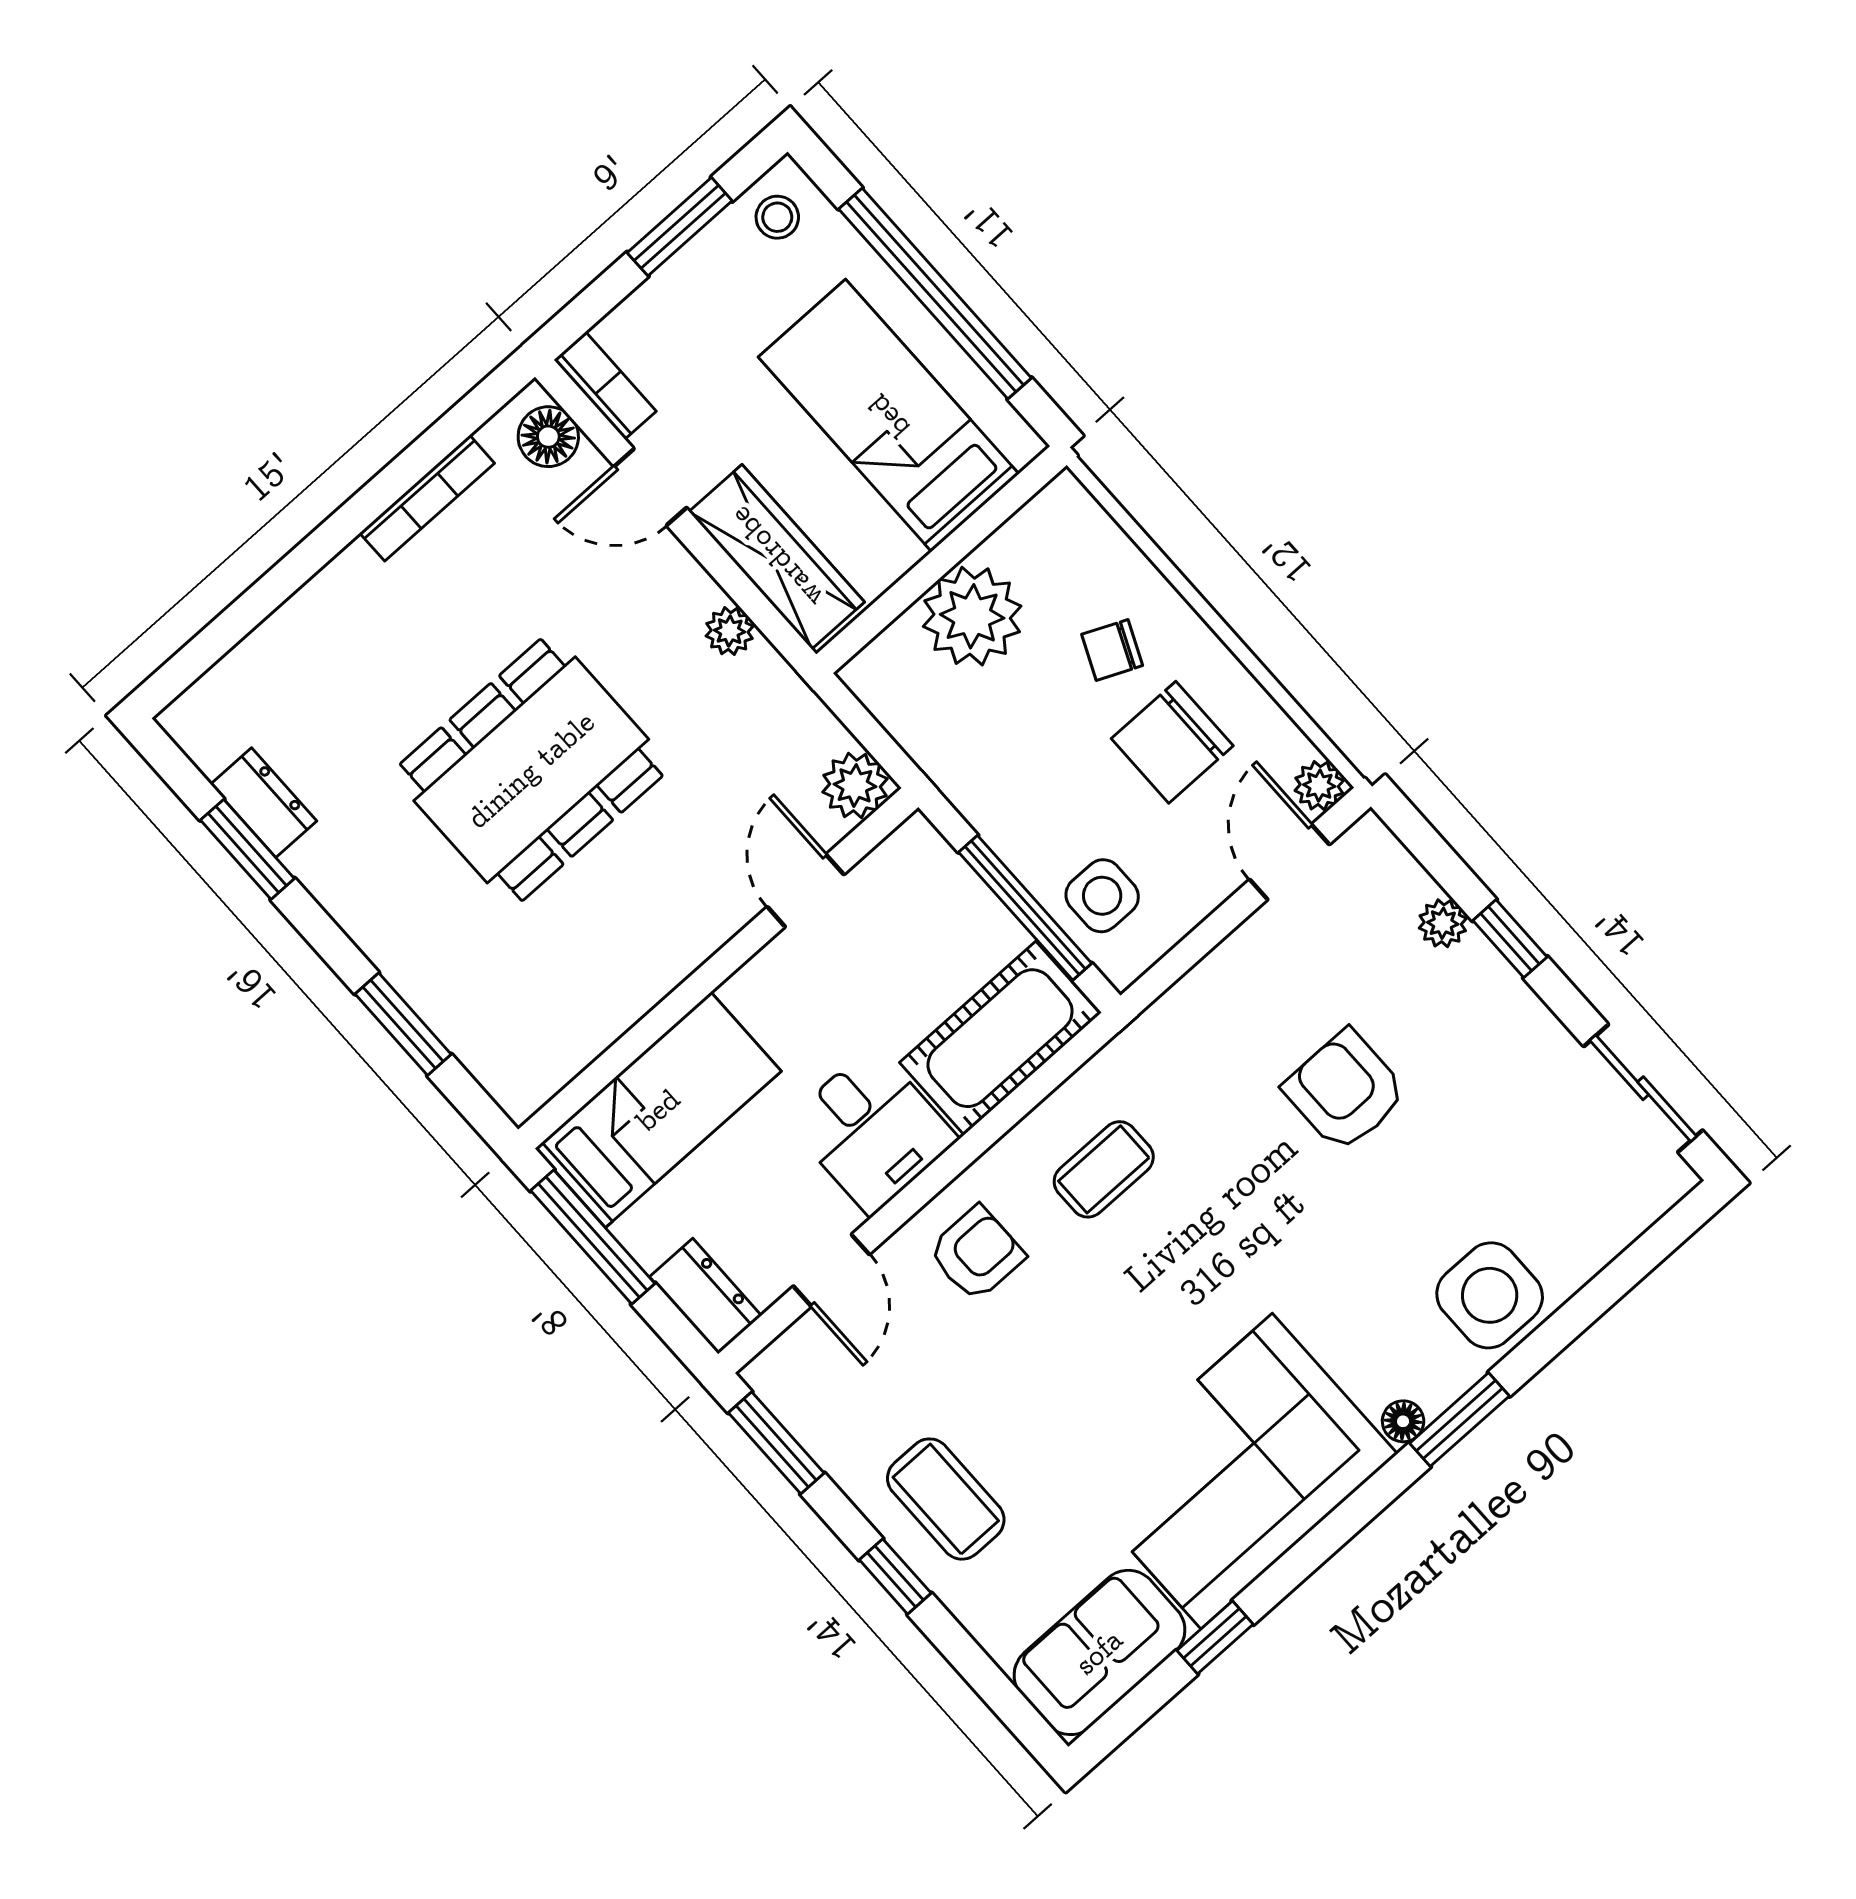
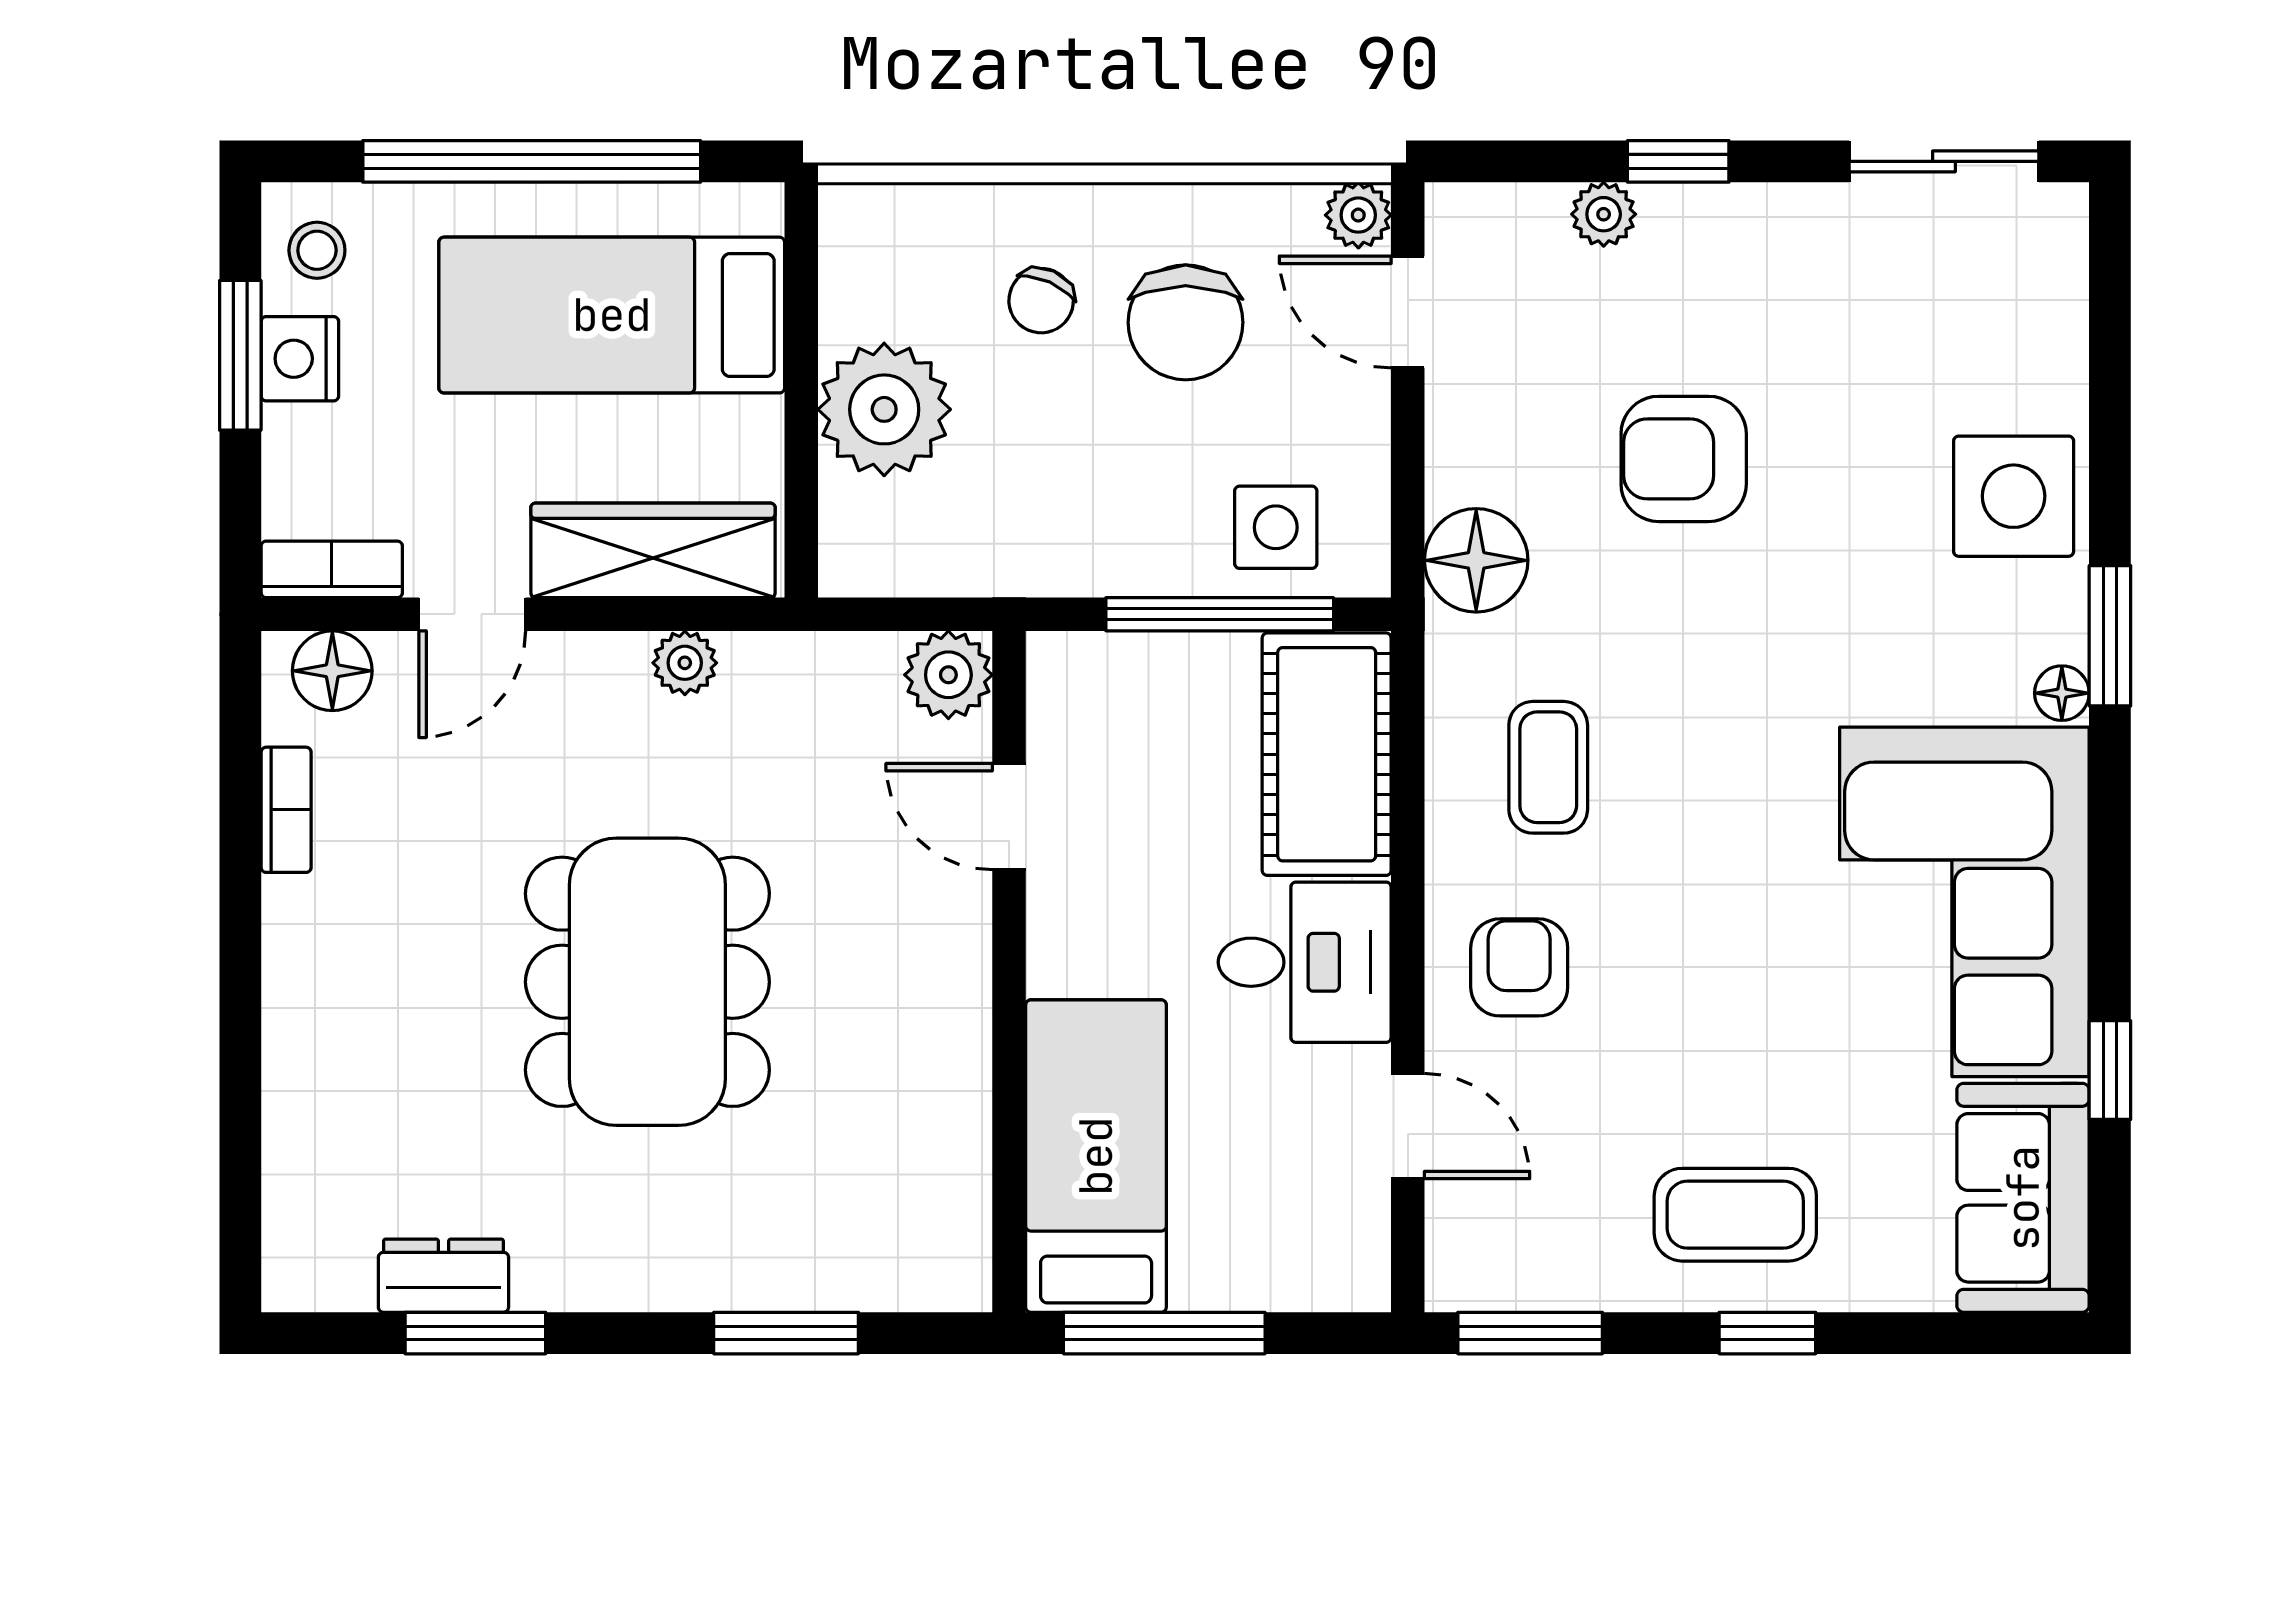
nightstand: (708, 262) -> (300, 359), added
bookcase: (427, 498) -> (286, 810), width x0.64
floor lamp: (1184, 1025) -> (1476, 560), added
dresser: (706, 1296) -> (1322, 1274), removed

